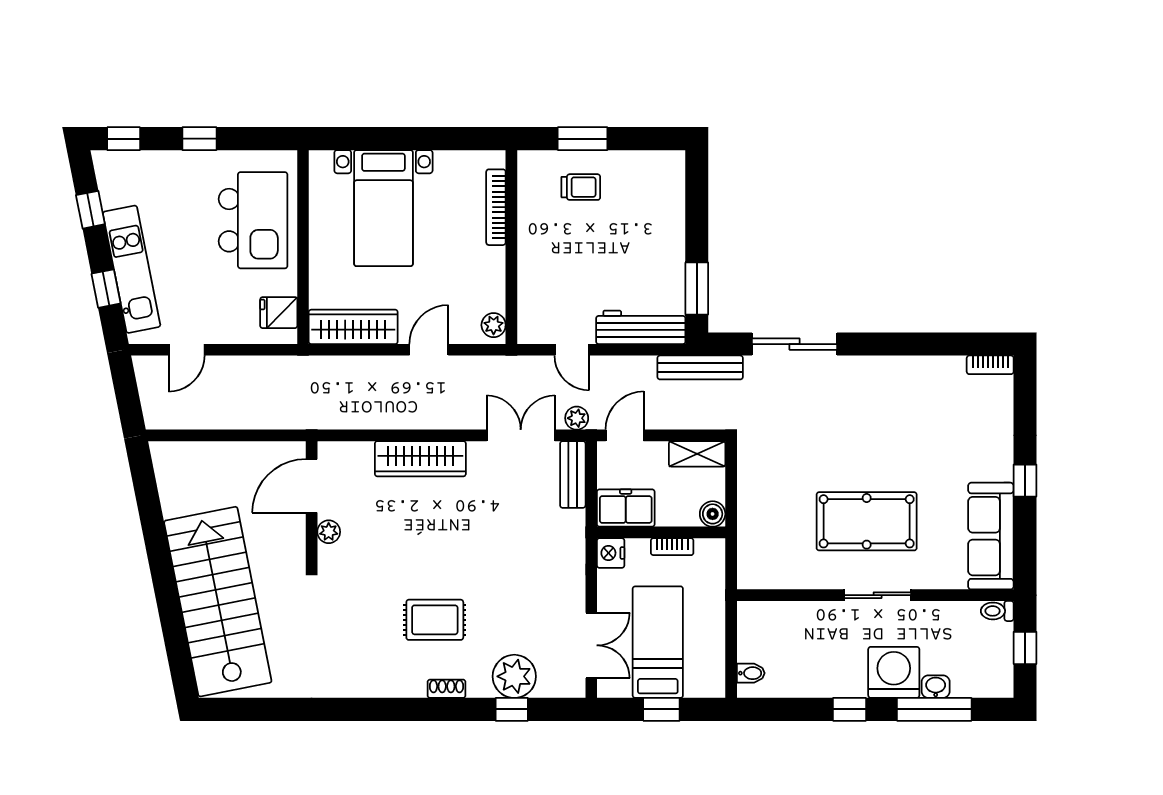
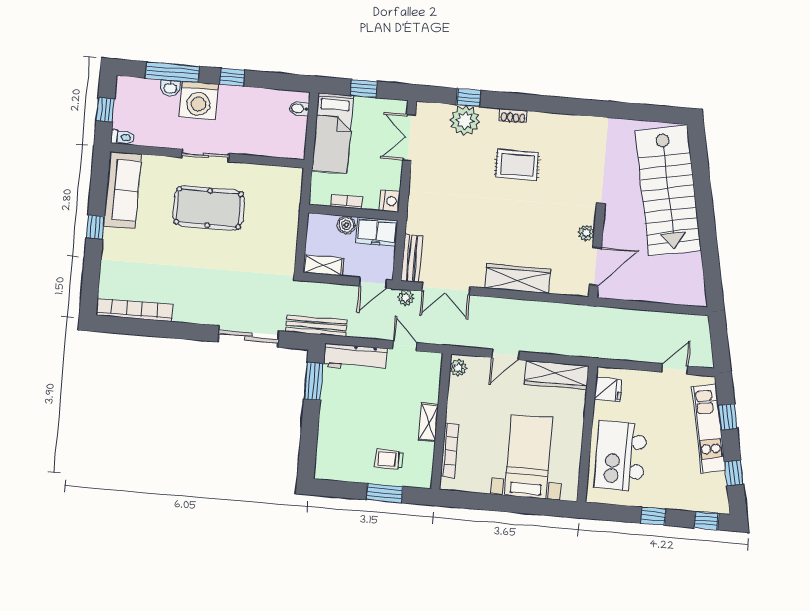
shelving: (529, 245) -> (429, 422), added
bookcase: (990, 365) -> (134, 310), width x2.31, depth x1.31
boiler: (713, 514) -> (346, 225), moved
bed: (658, 642) -> (333, 133), moved

